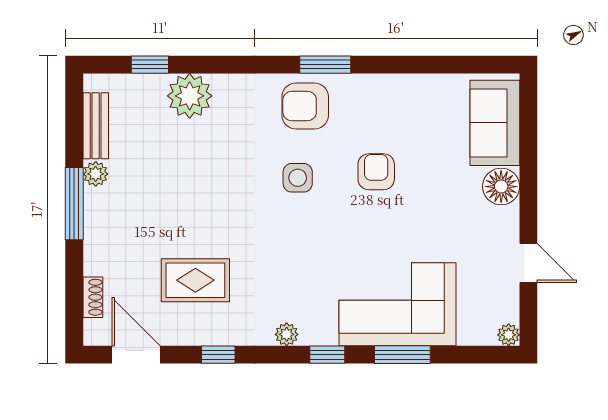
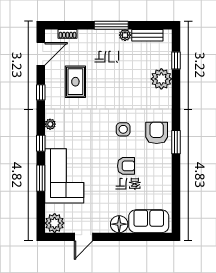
plant: (509, 335) -> (55, 223), width x1.88, depth x1.88

